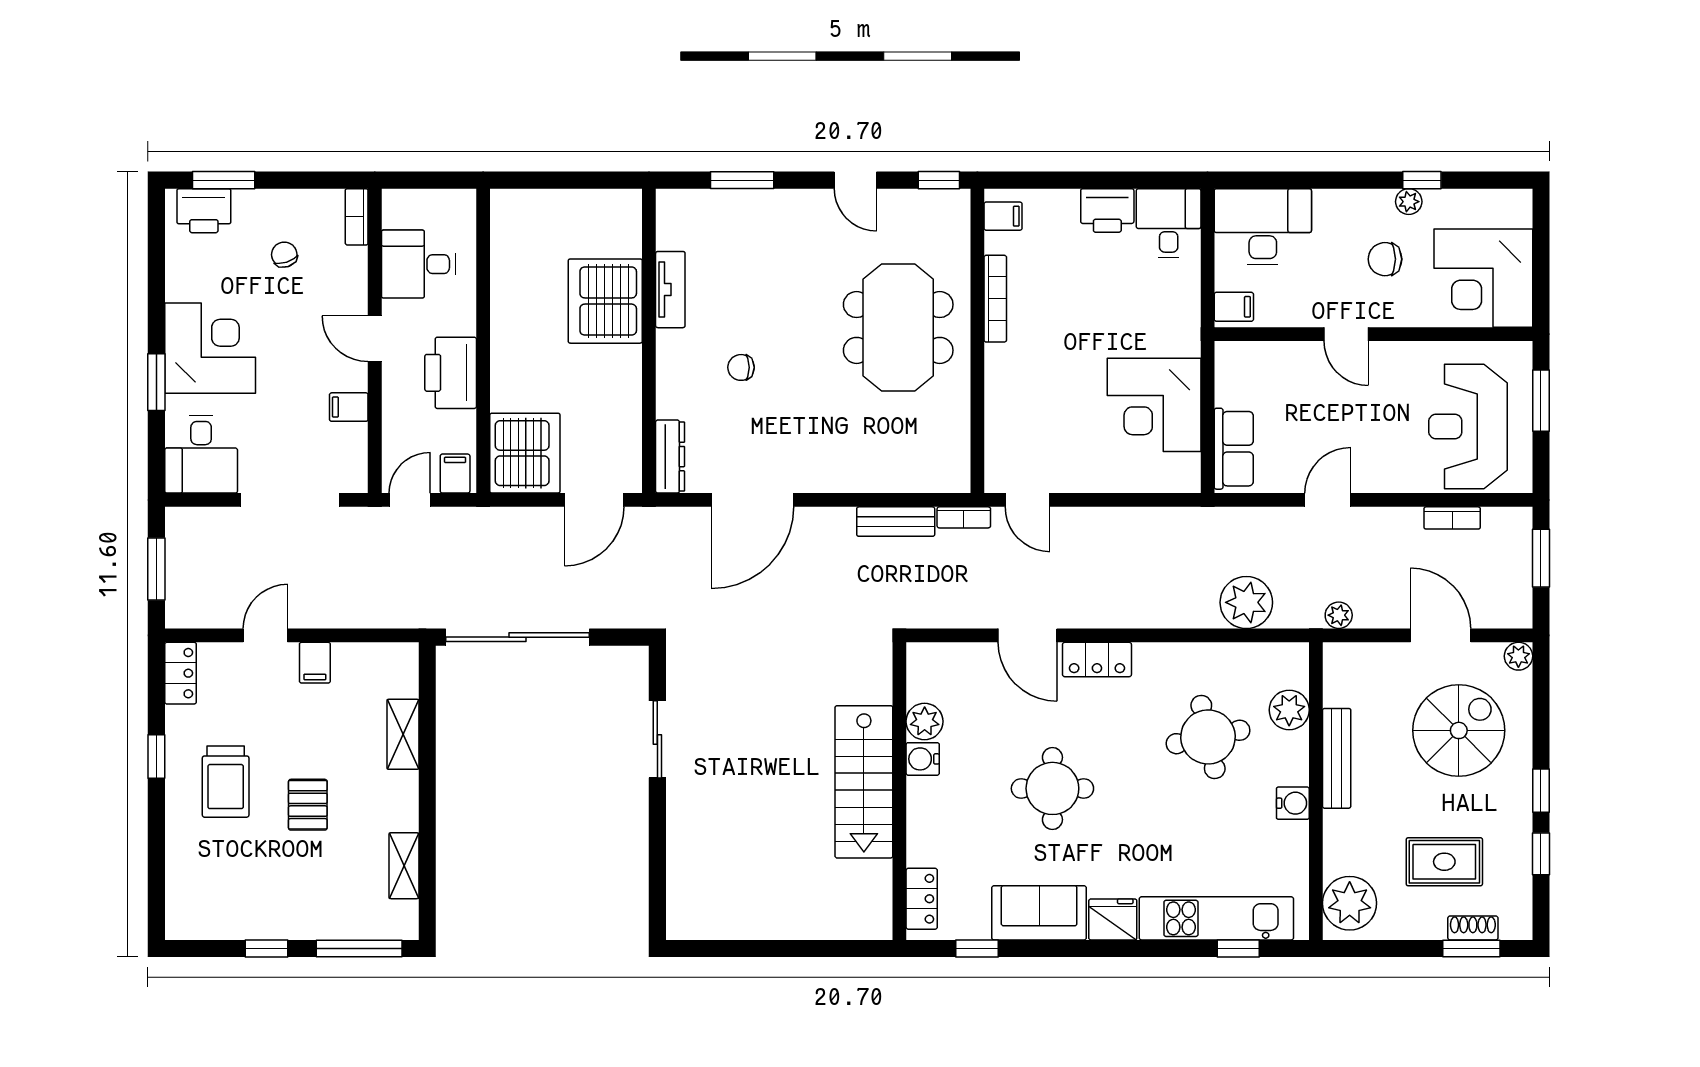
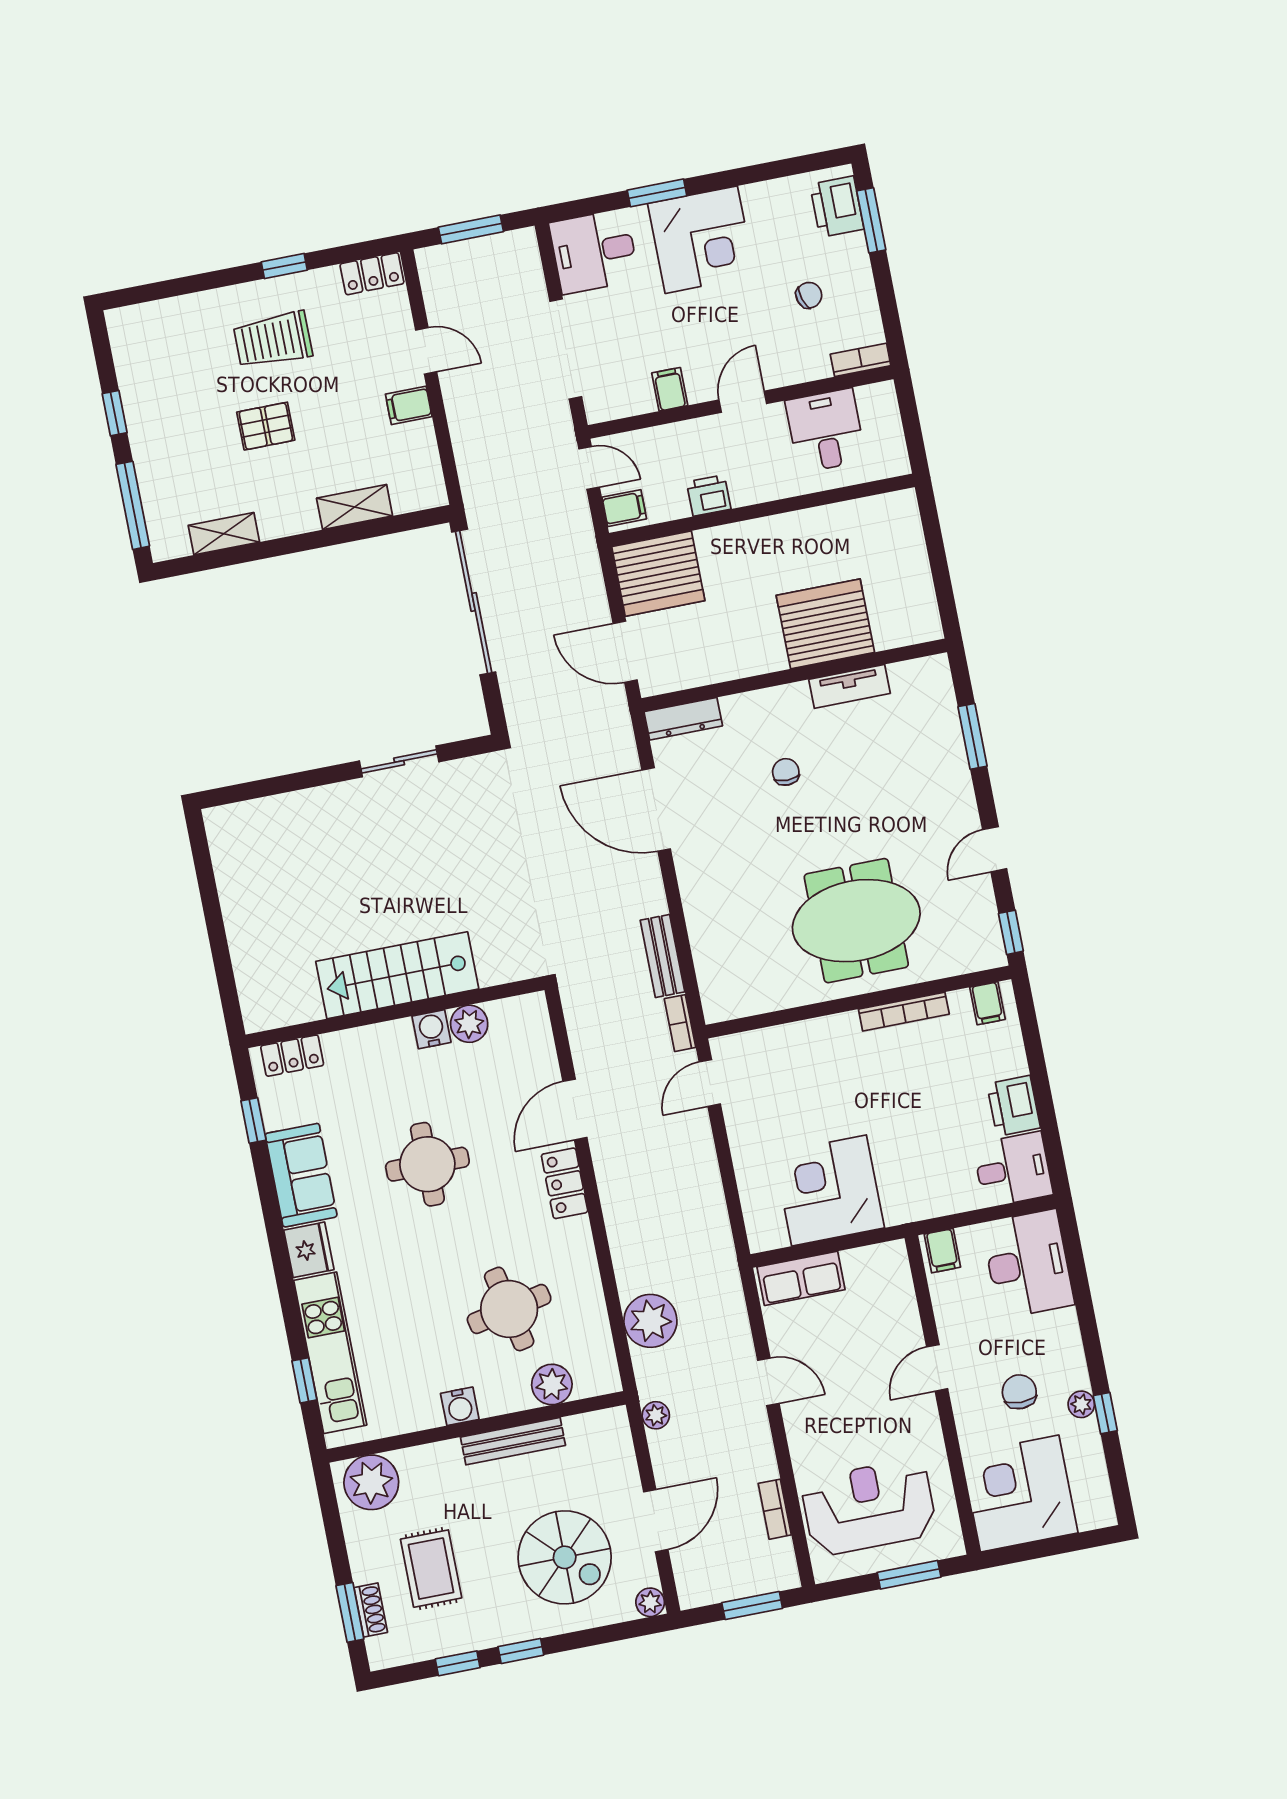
printer: (451, 373) -> (709, 496), width x0.53, depth x0.68

